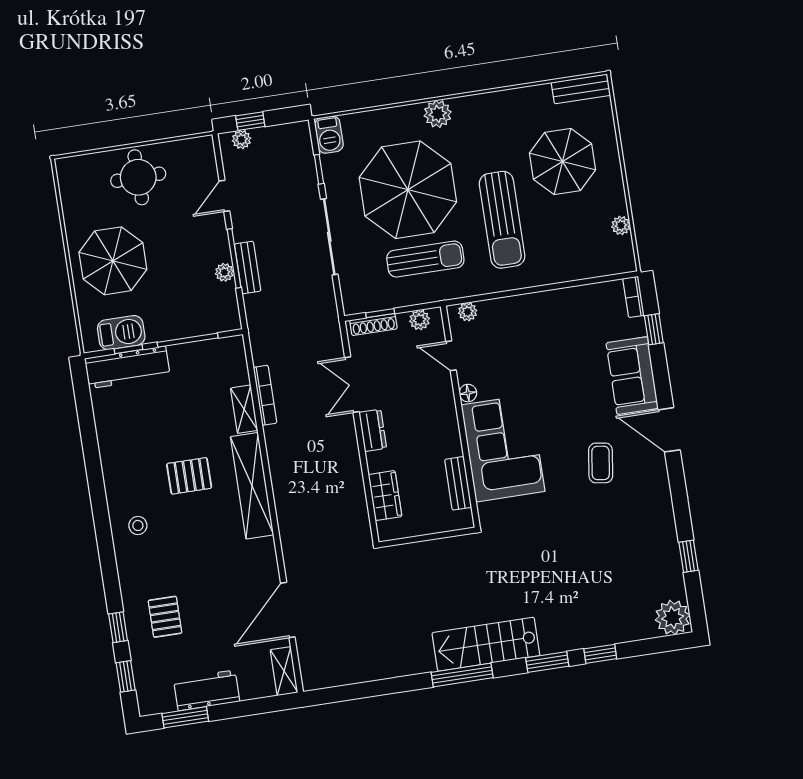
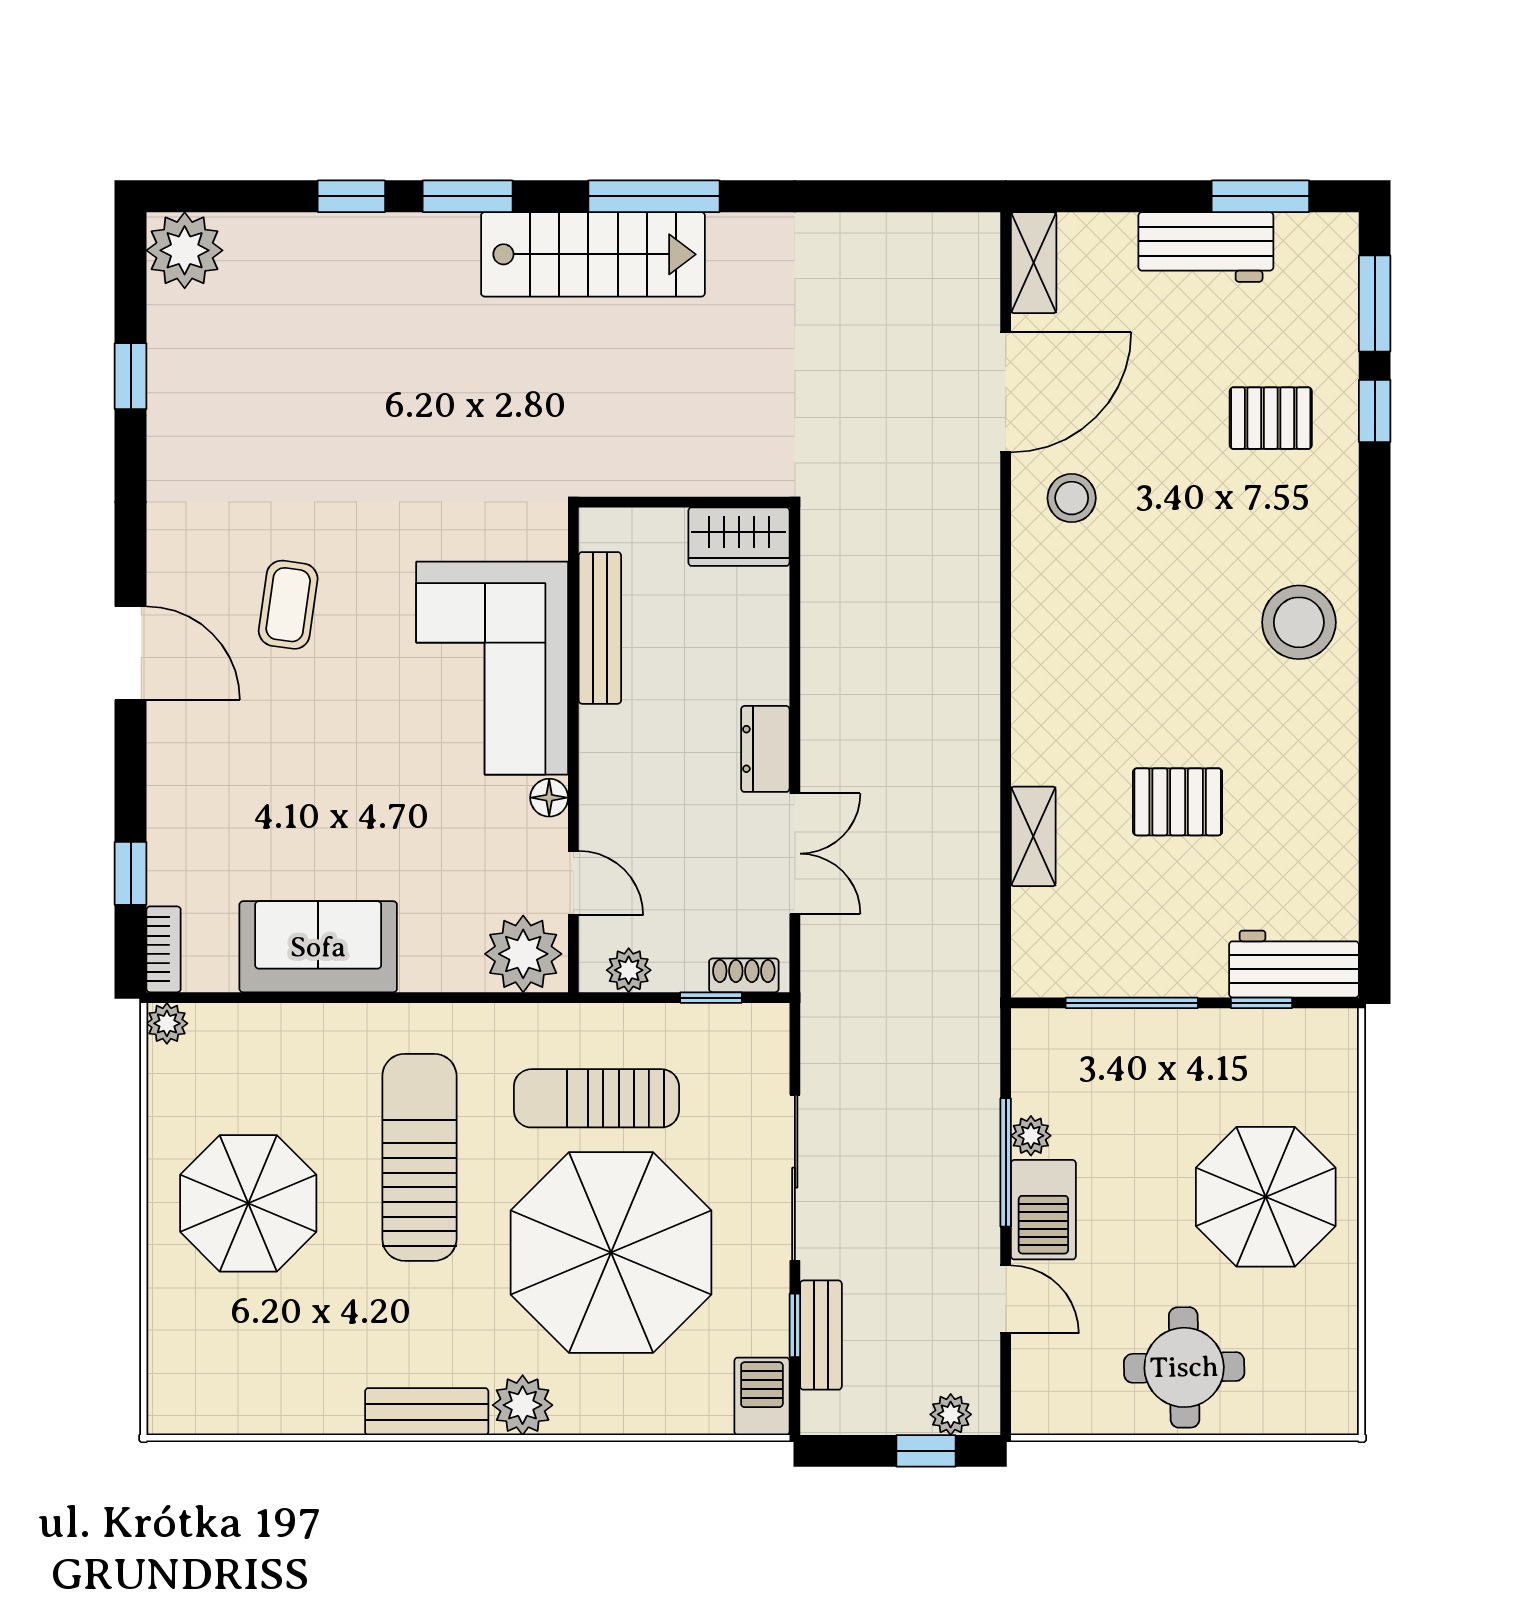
bench: (581, 89) -> (427, 1412), moved
parasol: (562, 161) -> (248, 1203), moved
door: (224, 196) -> (1006, 1299), hinge flipped
plant: (621, 225) -> (167, 1023), moved
bench: (248, 267) -> (821, 1335), moved
plant: (468, 312) -> (523, 954), width x1.87, depth x1.87
shoe rack: (373, 324) -> (744, 975), width x0.70
barbecue: (121, 333) -> (1043, 1210), moved, turned -90
workbench: (127, 367) -> (1294, 964), width x0.73
sofa: (632, 376) -> (318, 947), moved, turned -90
bookcase: (265, 395) -> (984, 859), removed
pallet: (189, 476) -> (1178, 802), moved
bench: (458, 483) -> (600, 628), width x1.36
shelving: (252, 486) -> (1042, 670), removed
wardrobe: (385, 496) -> (739, 537), moved, turned -90
stool: (138, 525) -> (1299, 622), width x1.89, depth x1.89
stool: (250, 566) -> (1072, 498), added
pallet: (165, 617) -> (1271, 418), turned 90
window: (126, 676) -> (1375, 303), width x1.50

